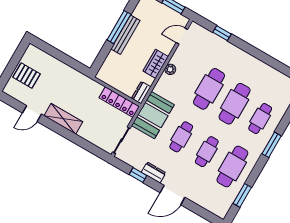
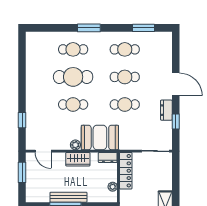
plant: (111, 81) -> (113, 187), added
cafe table: (209, 89) -> (73, 104), width x0.73, depth x0.74
booth: (153, 115) -> (100, 137), moved
cafe table: (232, 166) -> (125, 49), width x0.73, depth x0.74

